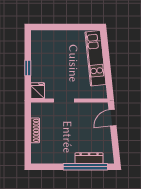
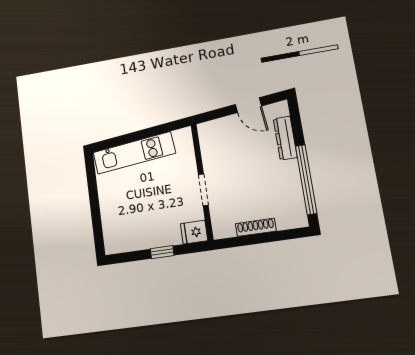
door: (112, 118) -> (248, 105), moved
window: (85, 167) -> (306, 180), moved

